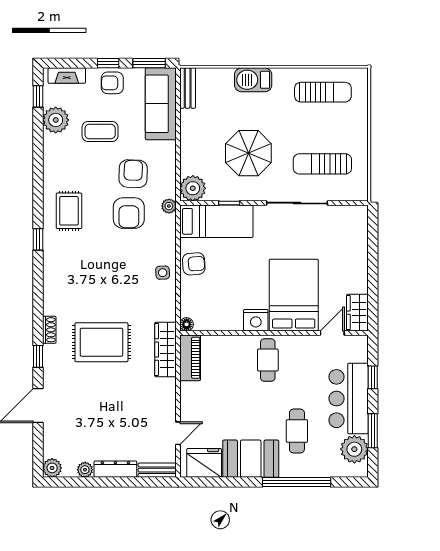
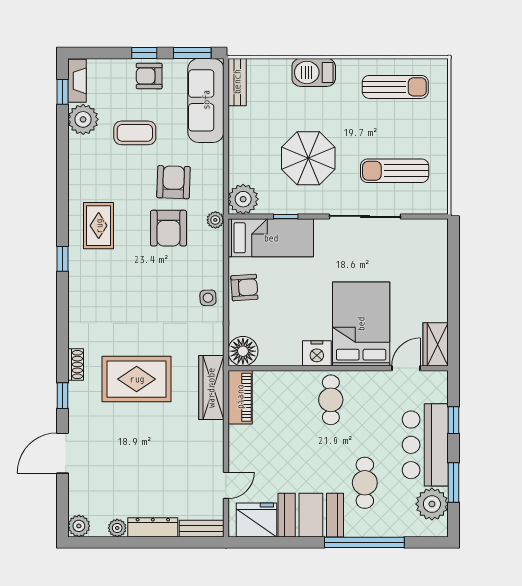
fireplace: (67, 76) -> (77, 81), moved, turned -90
floor lamp: (187, 324) -> (243, 351), width x1.89, depth x1.89

